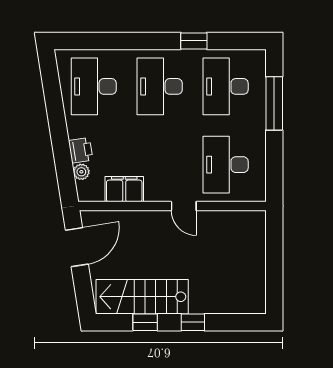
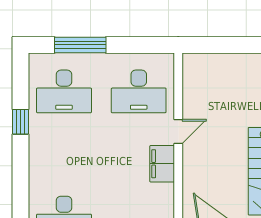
desk: (160, 86) -> (64, 154), removed
filing cabinet: (124, 189) -> (162, 164), moved

